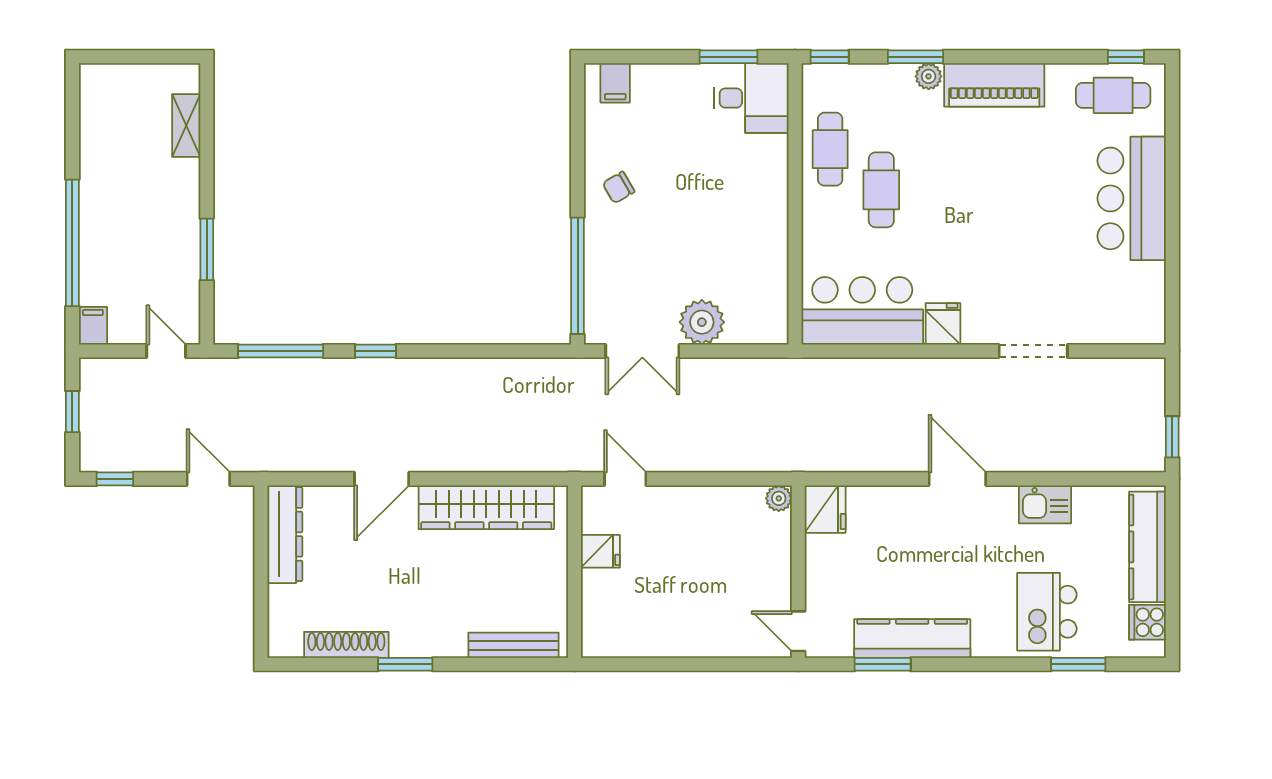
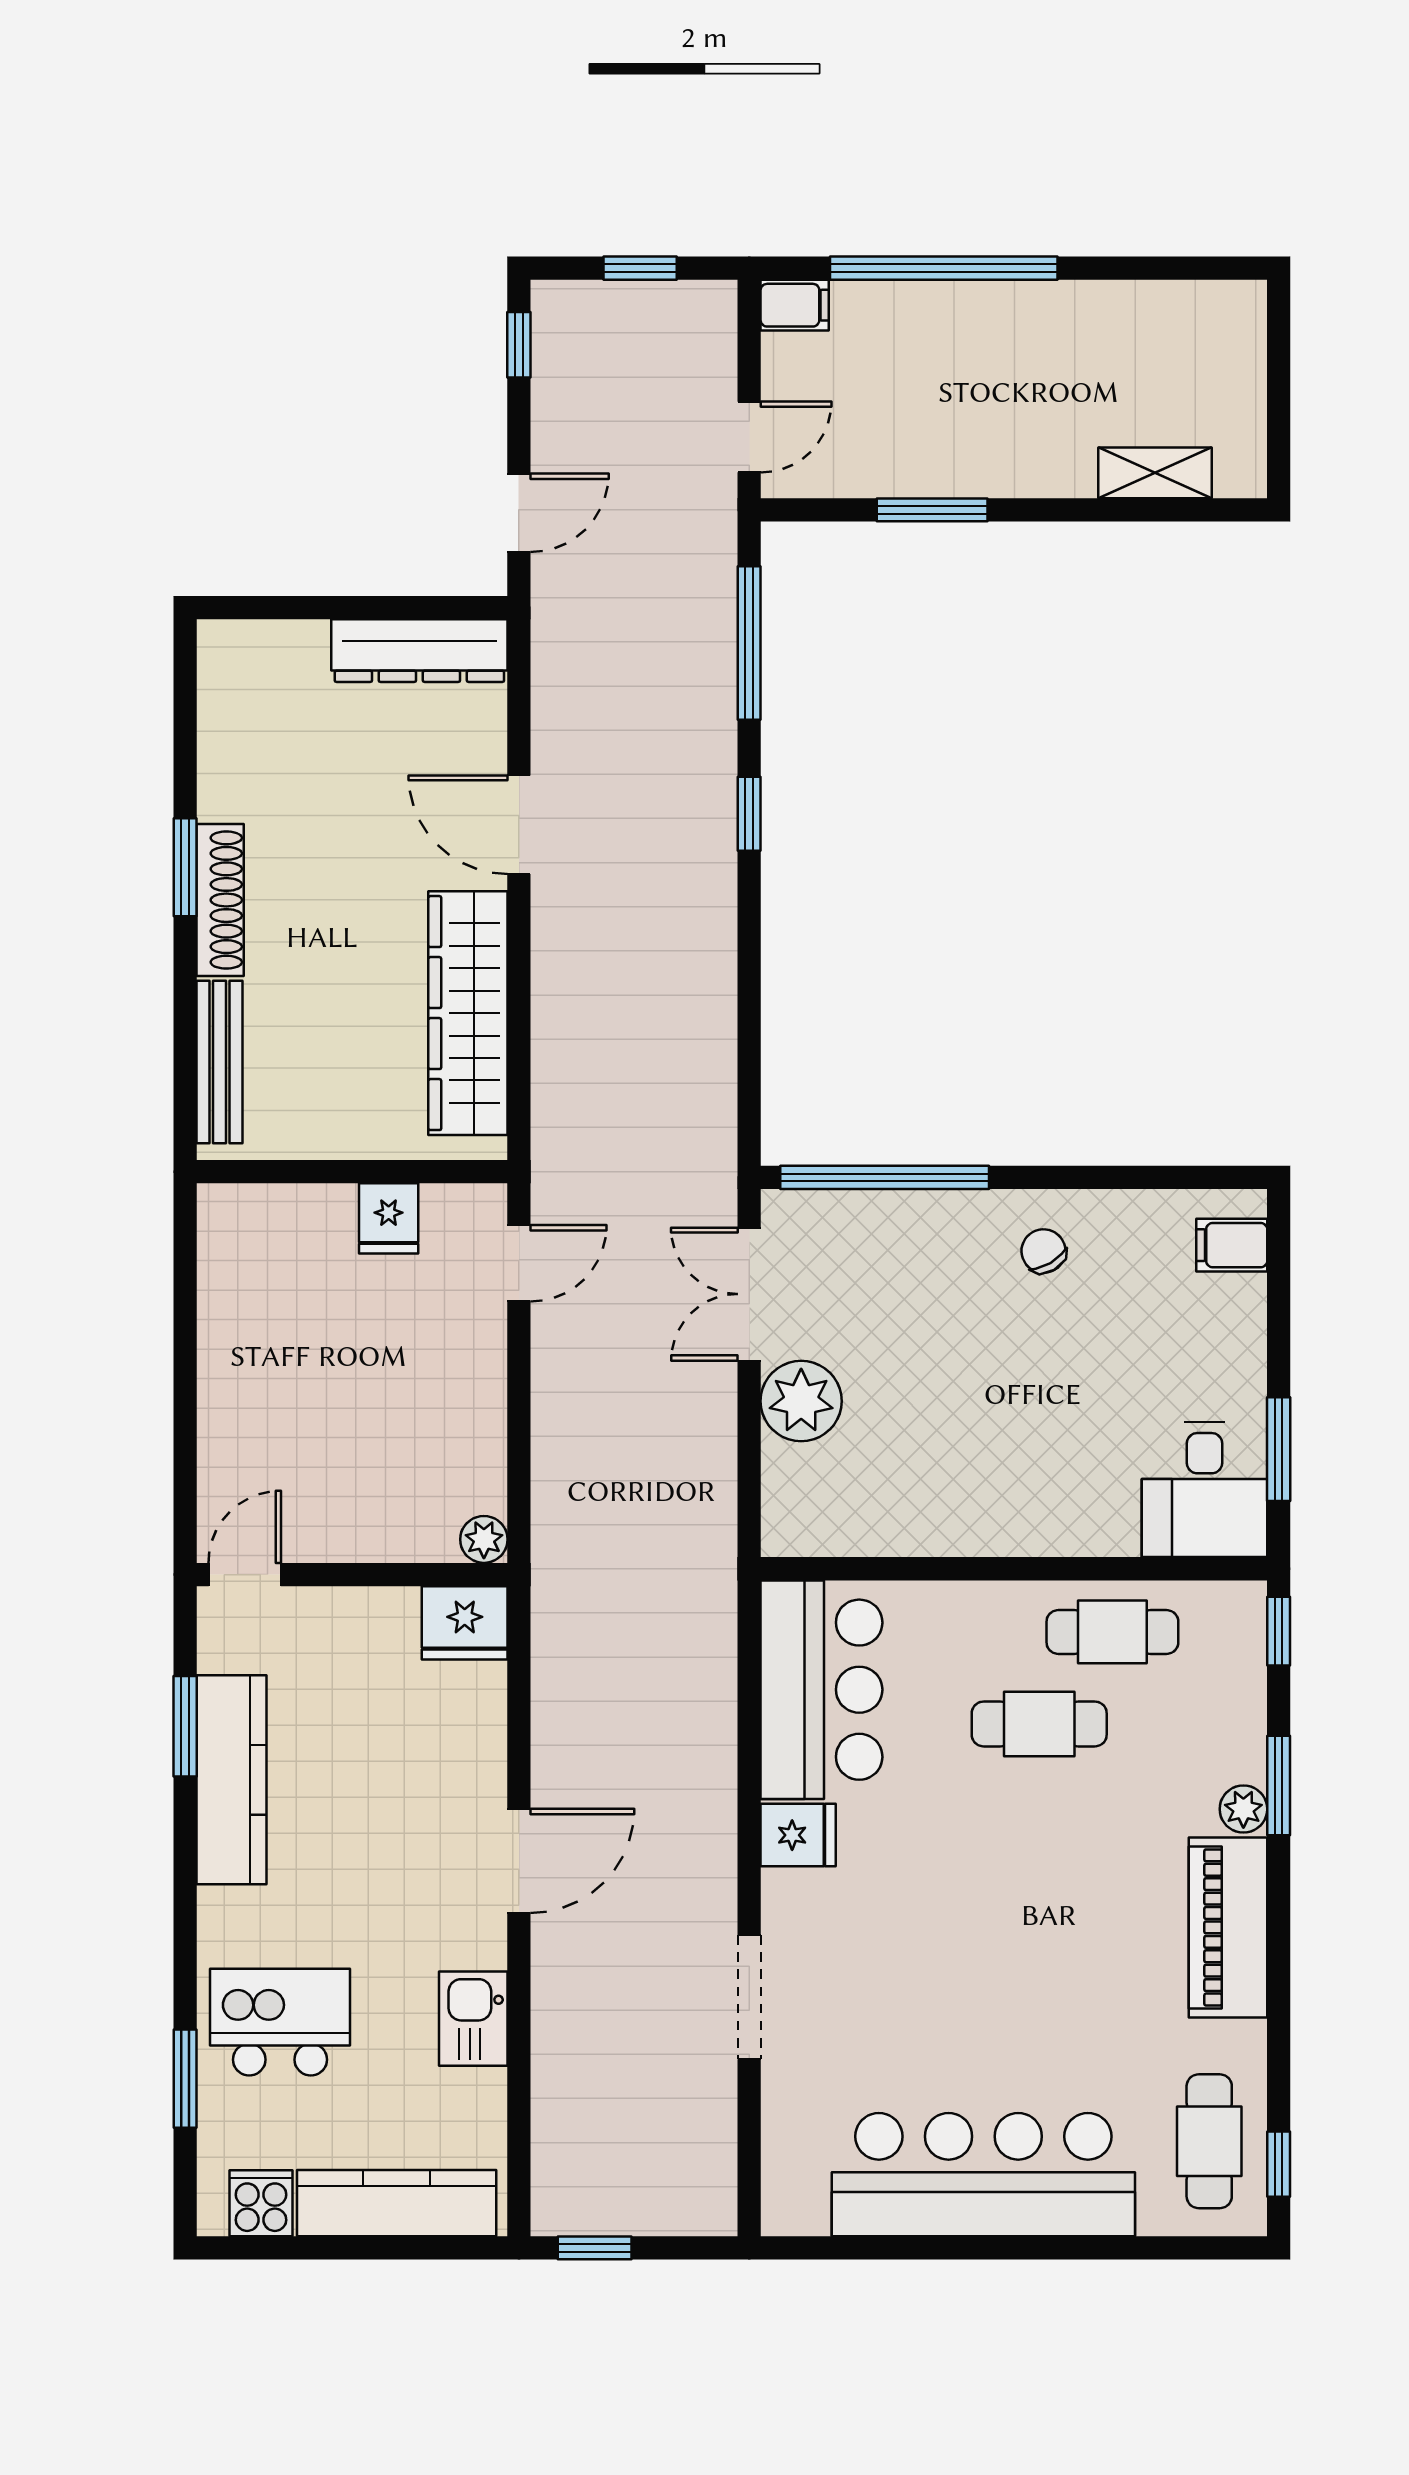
bar counter: (1132, 198) -> (983, 2175), width x1.36
shoe rack: (346, 645) -> (220, 900), moved

